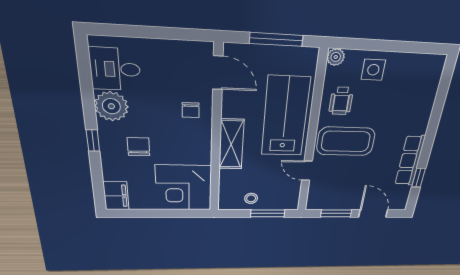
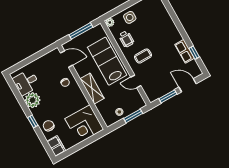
coffee table: (346, 141) -> (143, 56), width x0.54, depth x0.58
chair: (139, 147) -> (49, 126), moved
row of seats: (410, 161) -> (185, 51), width x0.68

